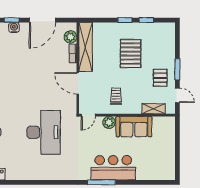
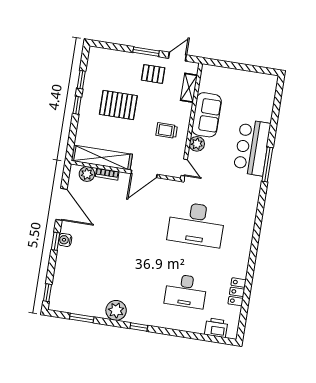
desk: (44, 132) -> (196, 224), turned 180

